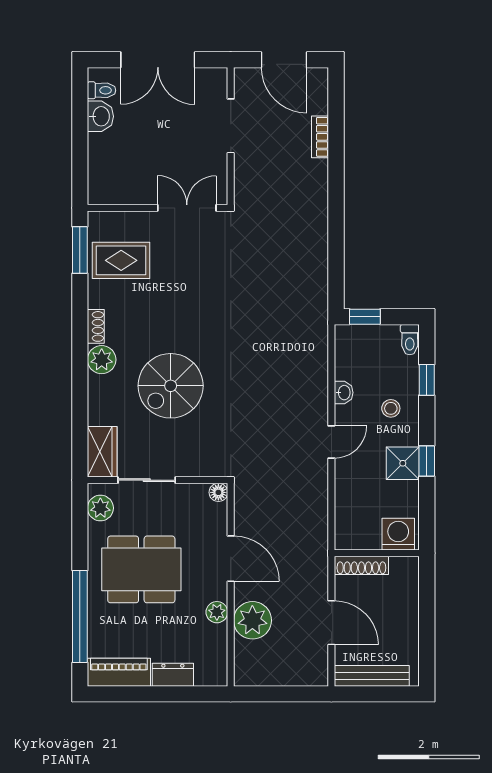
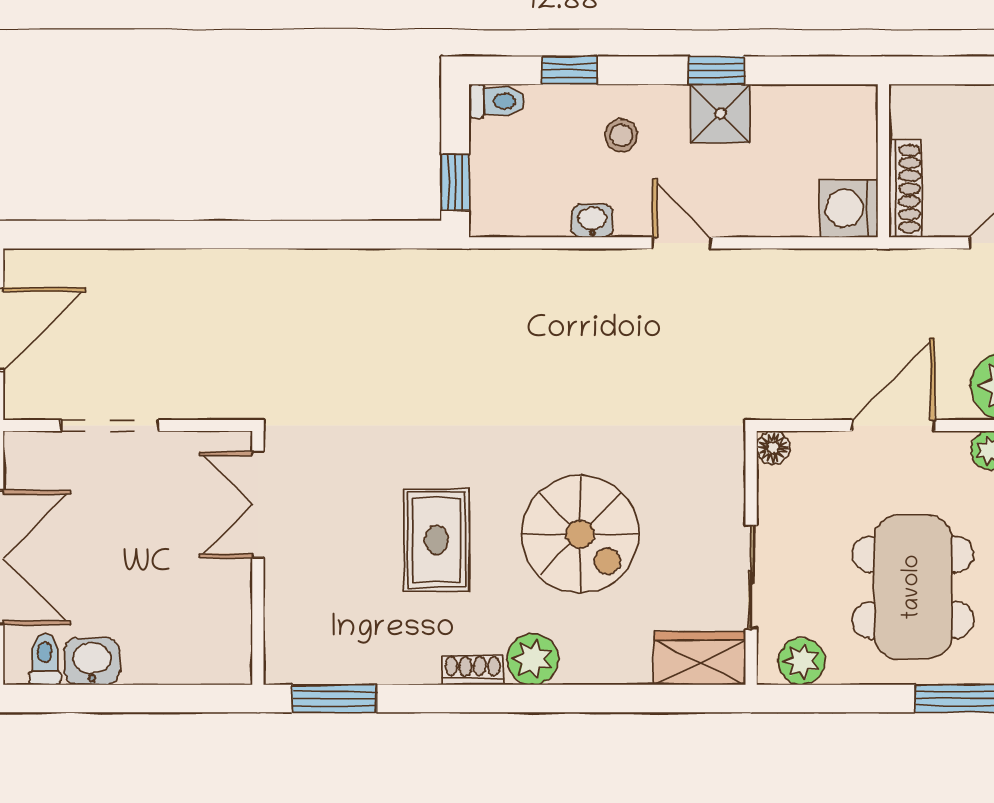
bookcase: (320, 137) -> (129, 264), removed
rug: (121, 260) -> (436, 540), moved
washing machine: (398, 534) -> (849, 208), moved

